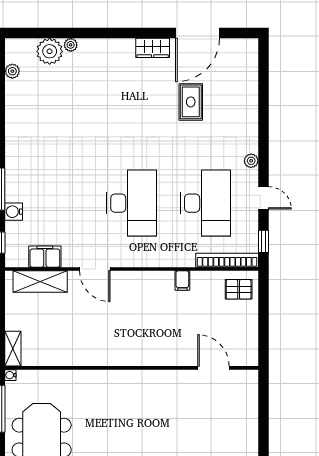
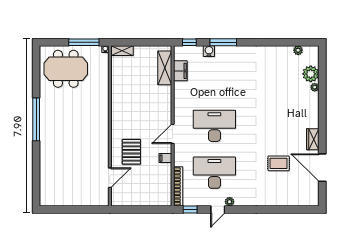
plant: (251, 161) -> (230, 202), moved
desk: (132, 203) -> (214, 126), turned 180
desk: (205, 203) -> (214, 173), turned 180
door: (95, 269) -> (173, 134), moved
pallet: (239, 289) -> (131, 152), moved, width x1.50, depth x1.42

